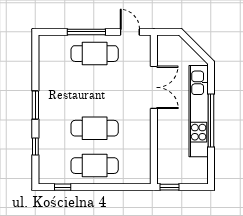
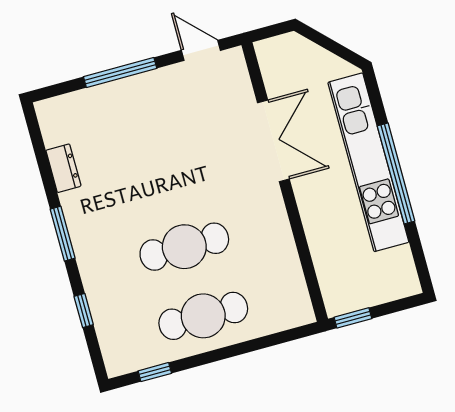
cafe table: (95, 54) -> (146, 108), removed
dresser: (45, 72) -> (63, 168), added

